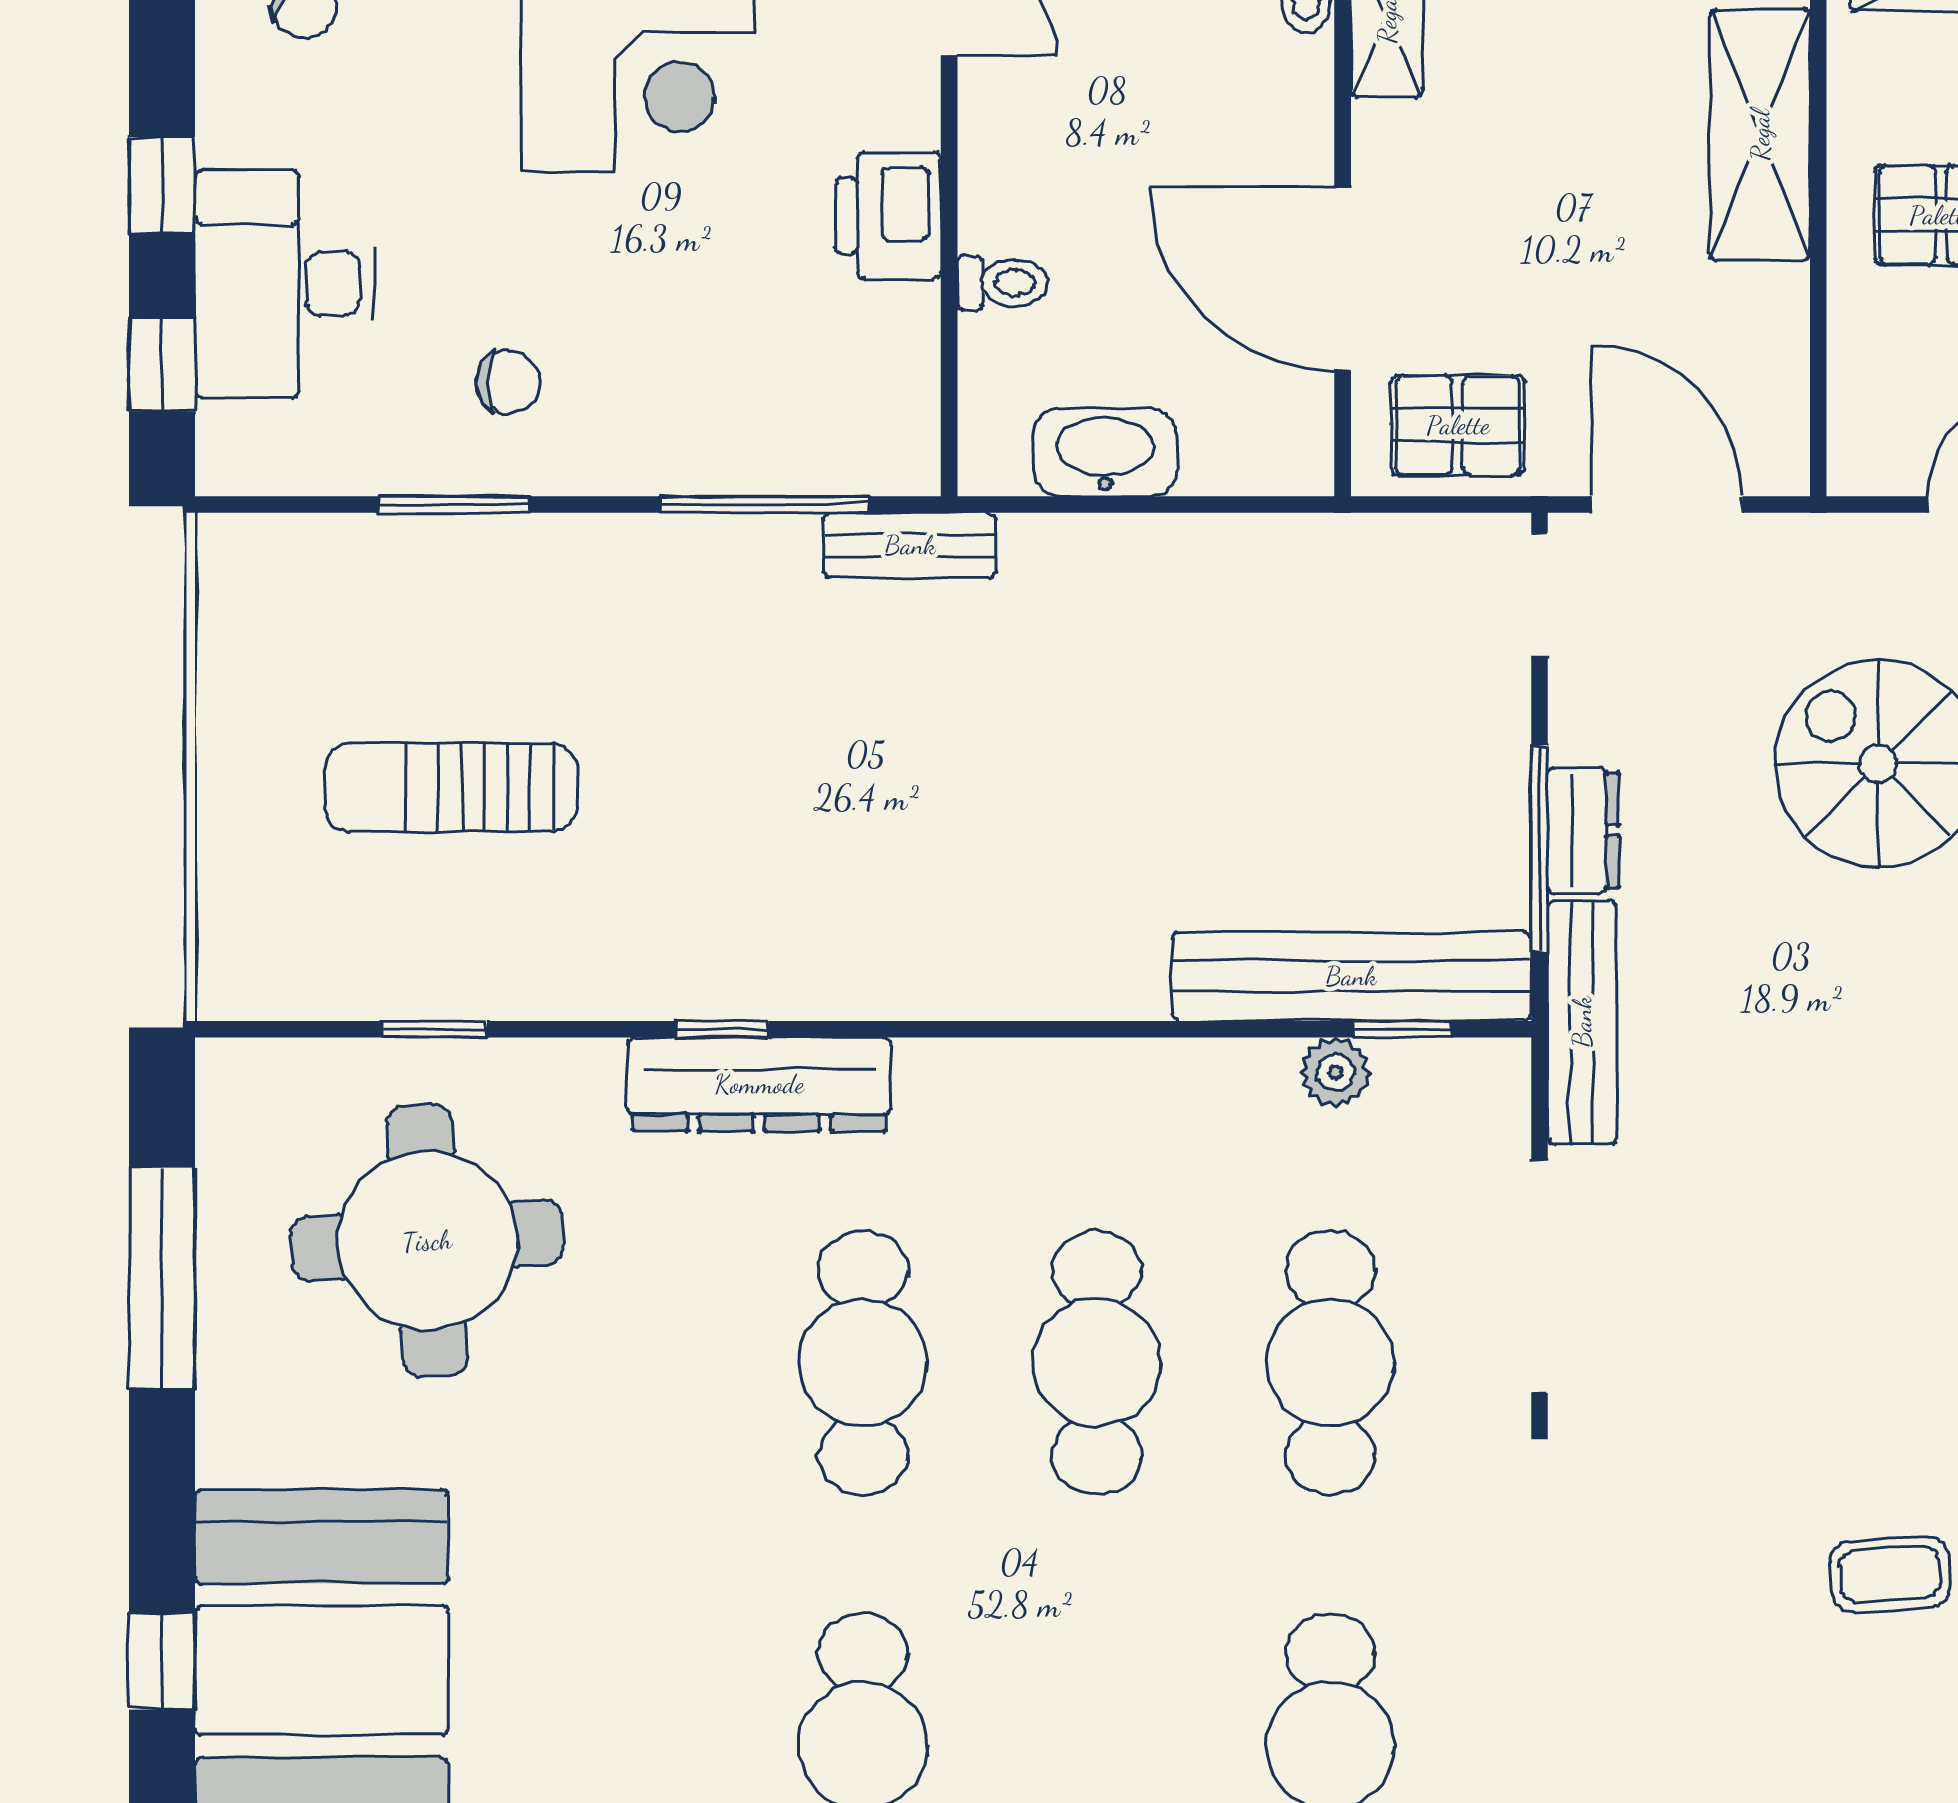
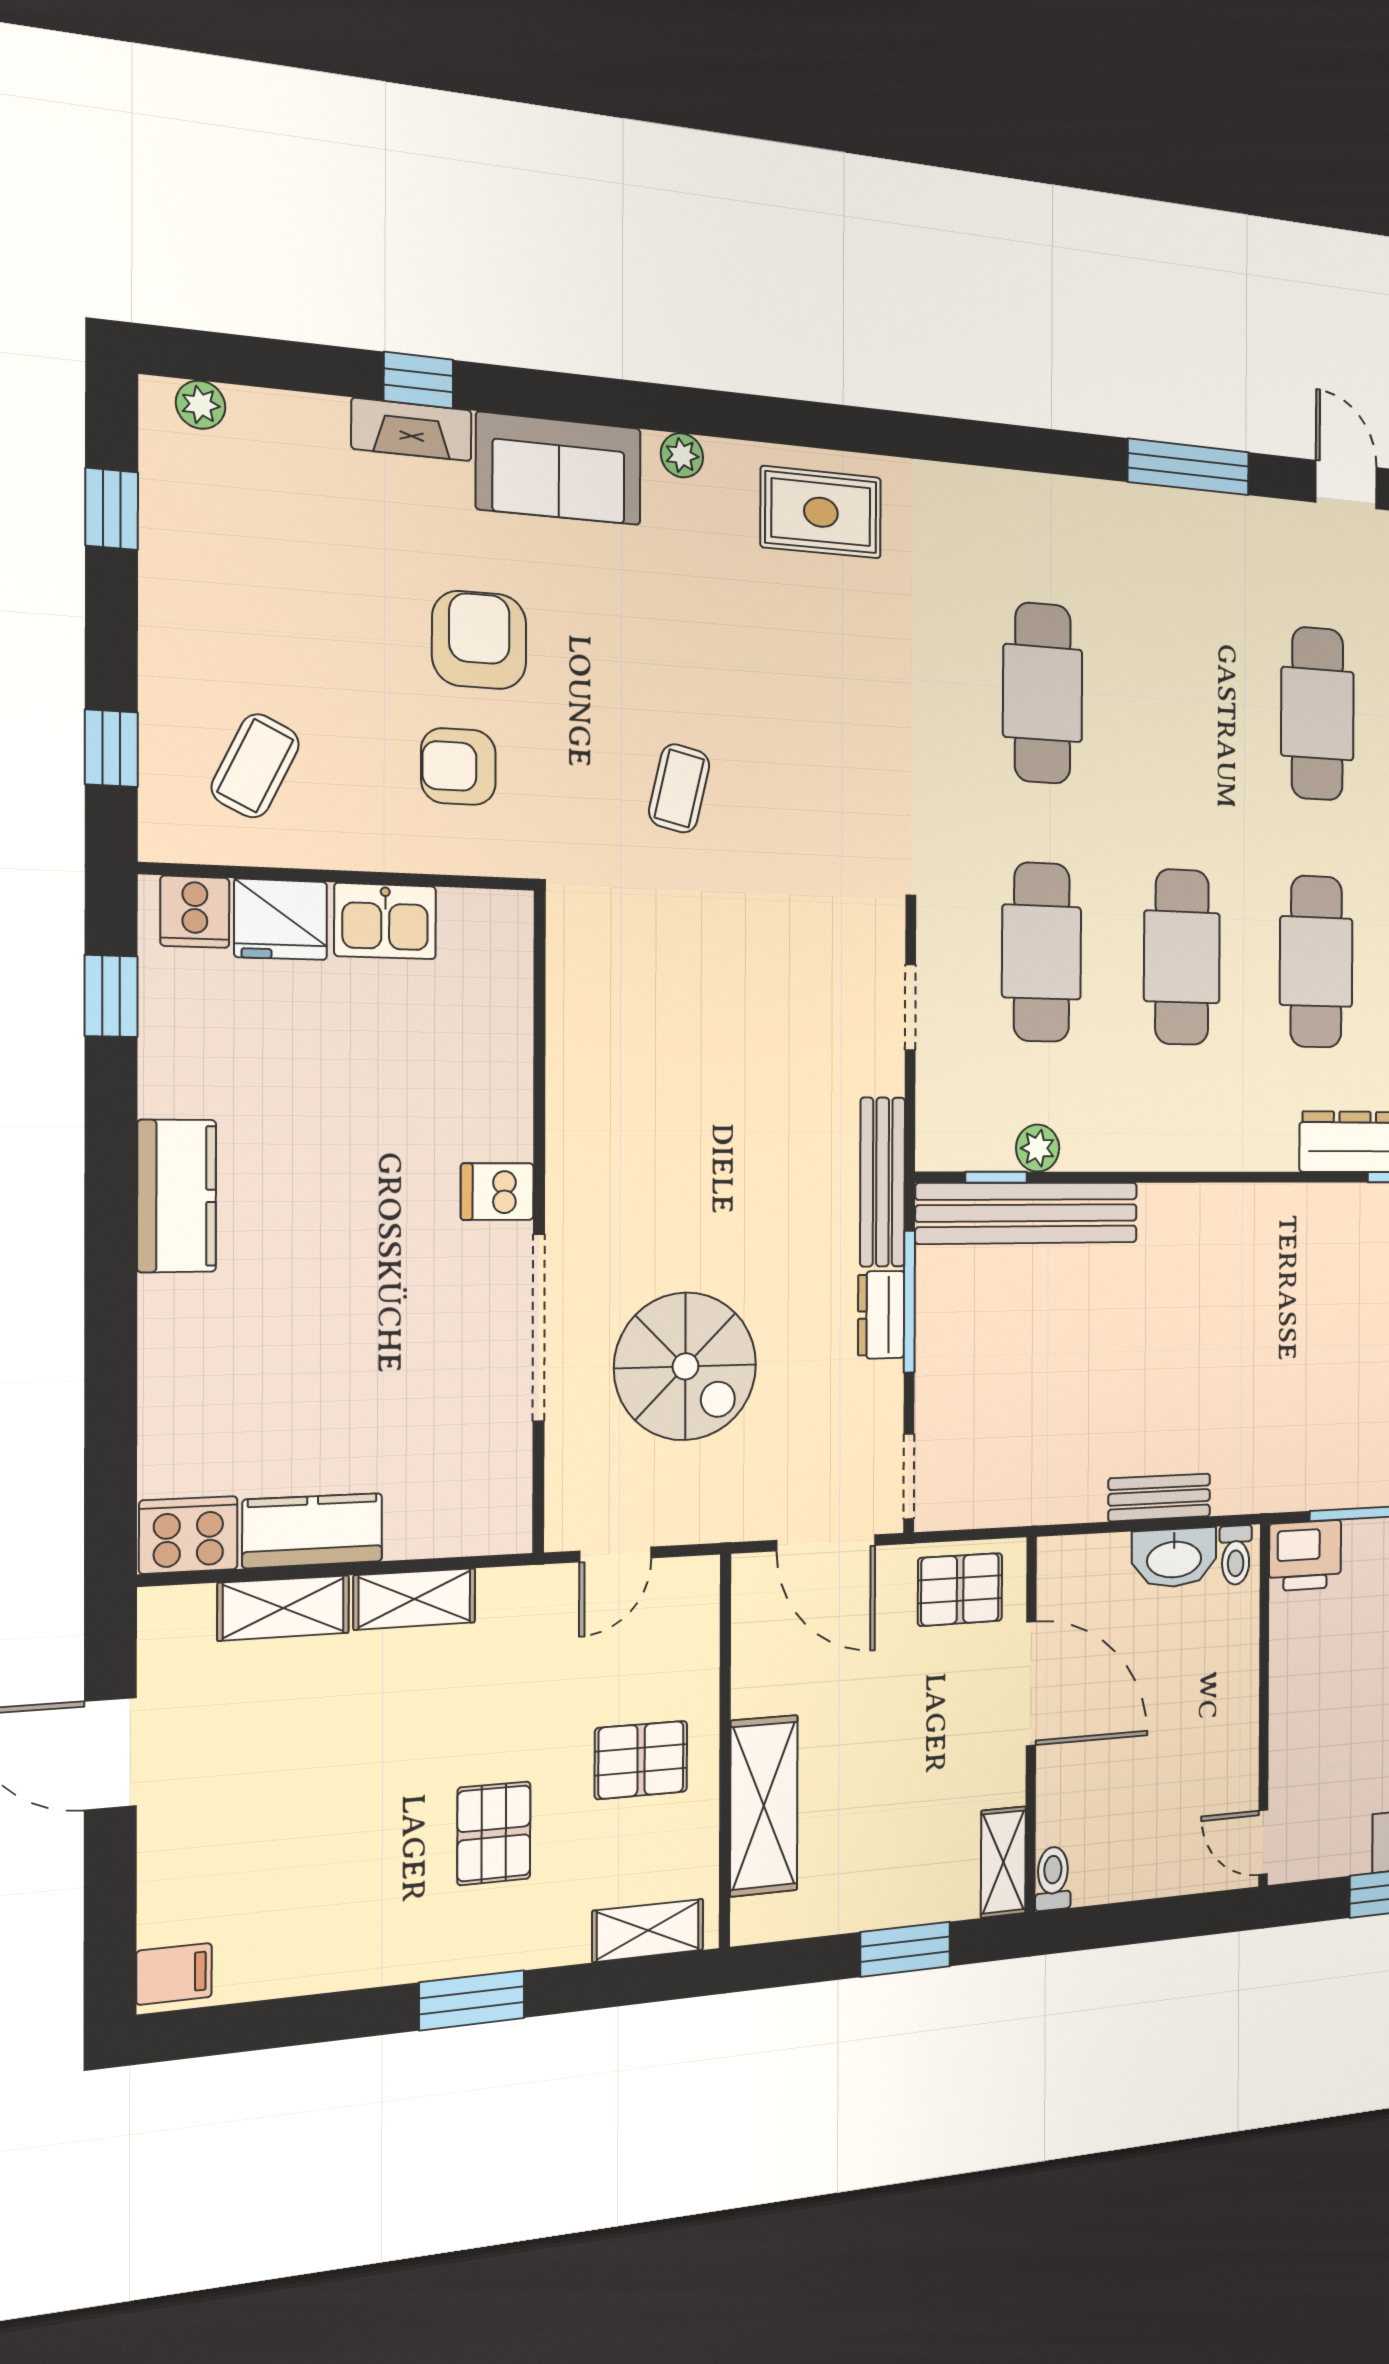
printer: (888, 215) -> (1305, 1556), moved, turned 90
toilet: (1002, 283) -> (1236, 1555), moved, turned -90
bench: (910, 545) -> (1159, 1497), moved
doorway: (1539, 1276) -> (910, 1007), width x0.53
coffee table: (1890, 1574) -> (679, 788), turned -73

